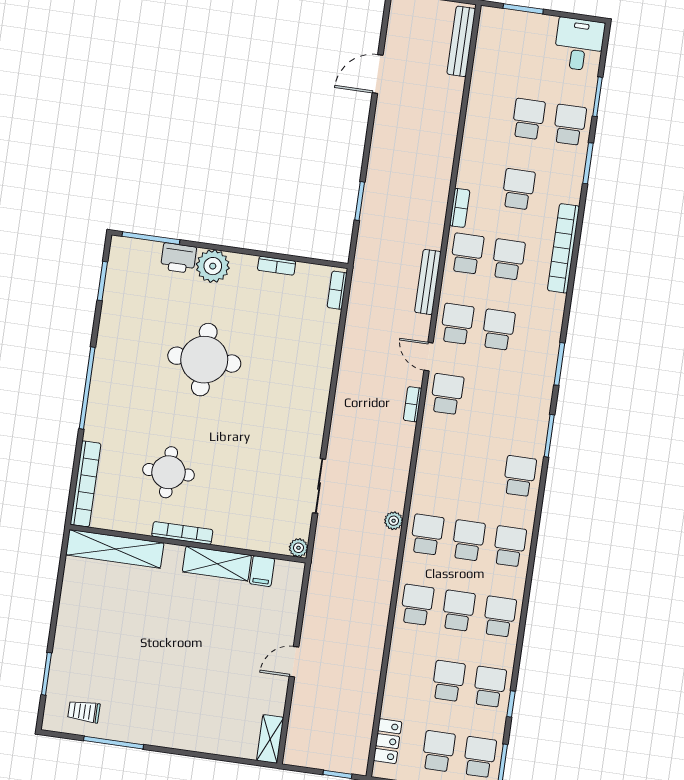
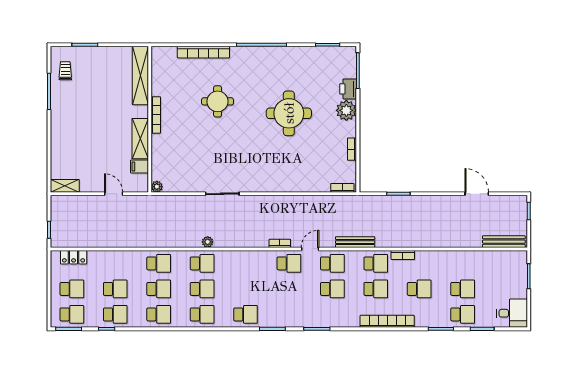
bookcase: (182, 533) -> (156, 115), moved
wall: (188, 544) -> (150, 119), moved
plant: (299, 548) -> (157, 187), moved
shelving: (115, 549) -> (140, 75), moved
shelving: (217, 564) -> (140, 139), moved
filing cabinet: (262, 571) -> (140, 167), moved

